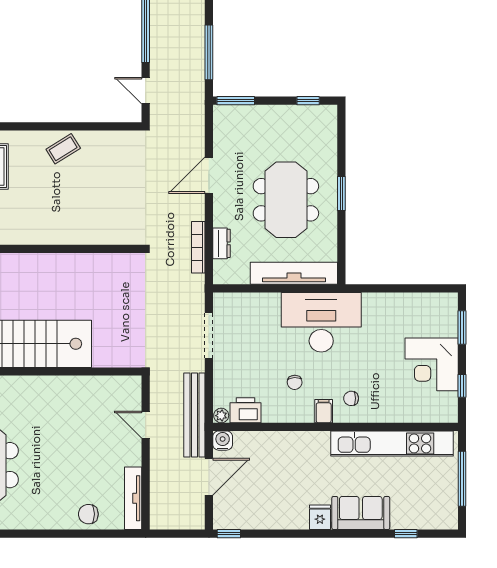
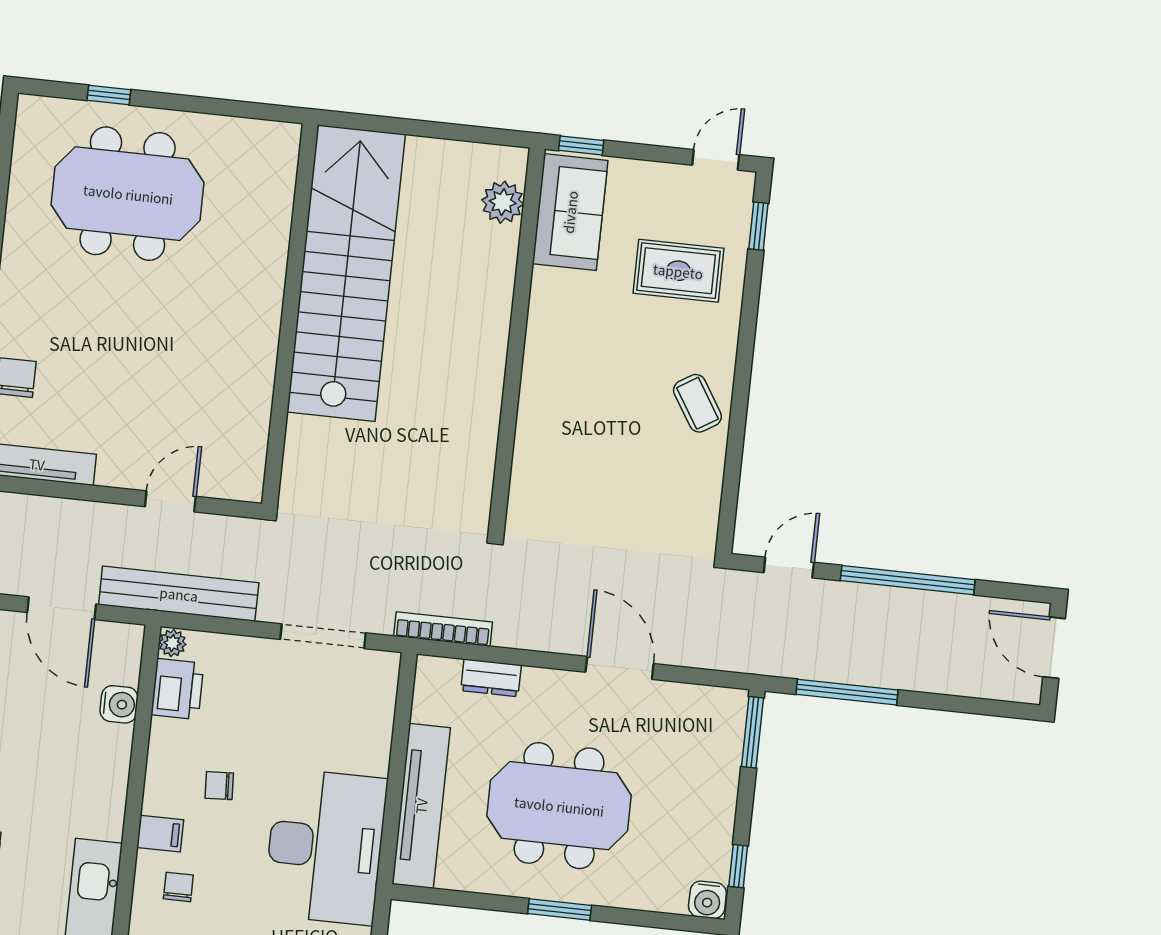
water cooler: (328, 115) -> (707, 900), added
bookcase: (198, 247) -> (443, 629), moved
water cooler: (223, 441) -> (119, 704), moved

